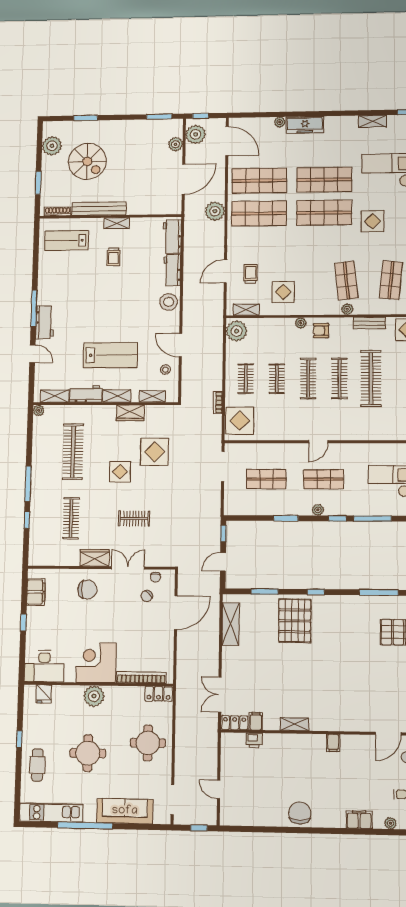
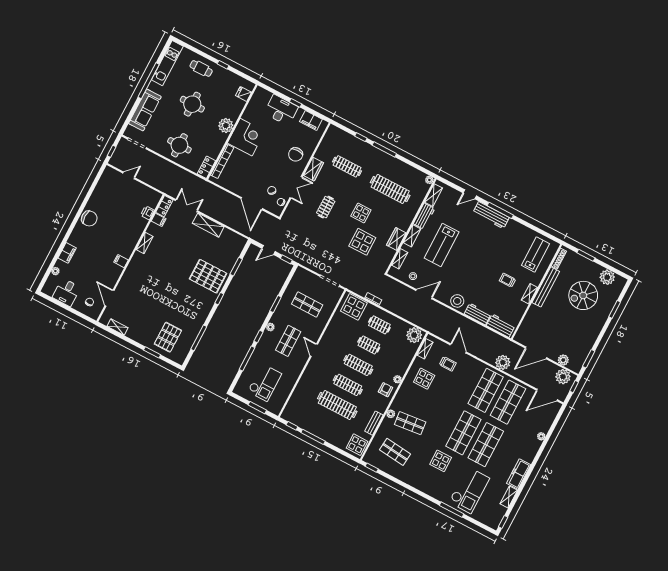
freezer: (305, 125) -> (519, 474), moved
door: (183, 179) -> (536, 353), hinge flipped
workbench: (45, 322) -> (491, 215), width x1.38
shop shelf: (266, 479) -> (307, 304), turned 90
door: (223, 562) -> (269, 250), swing flipped
shelving: (231, 624) -> (208, 225), moved
desk: (44, 666) -> (281, 110), moved, turned 90

